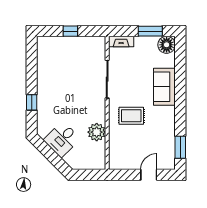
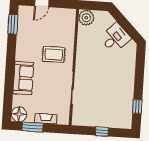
fireplace: (121, 42) -> (46, 119), moved
window: (32, 102) -> (137, 107), moved
plant: (97, 132) -> (86, 18), moved

